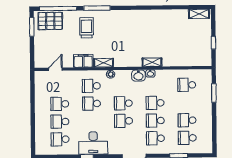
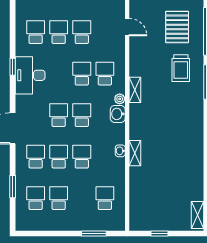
pallet: (50, 21) -> (177, 27), moved
trolley: (86, 28) -> (181, 68), turned 90
filing cabinet: (83, 61) -> (138, 63), removed
washbasin: (138, 75) -> (118, 114), moved

